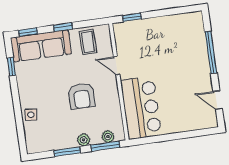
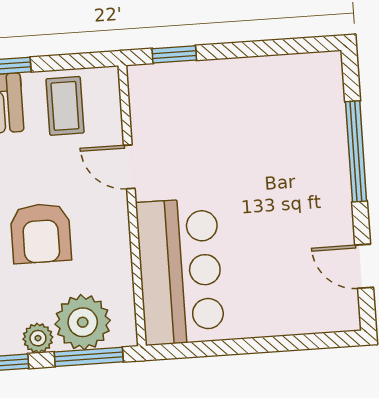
plant: (108, 137) -> (83, 322), width x1.88, depth x1.88

